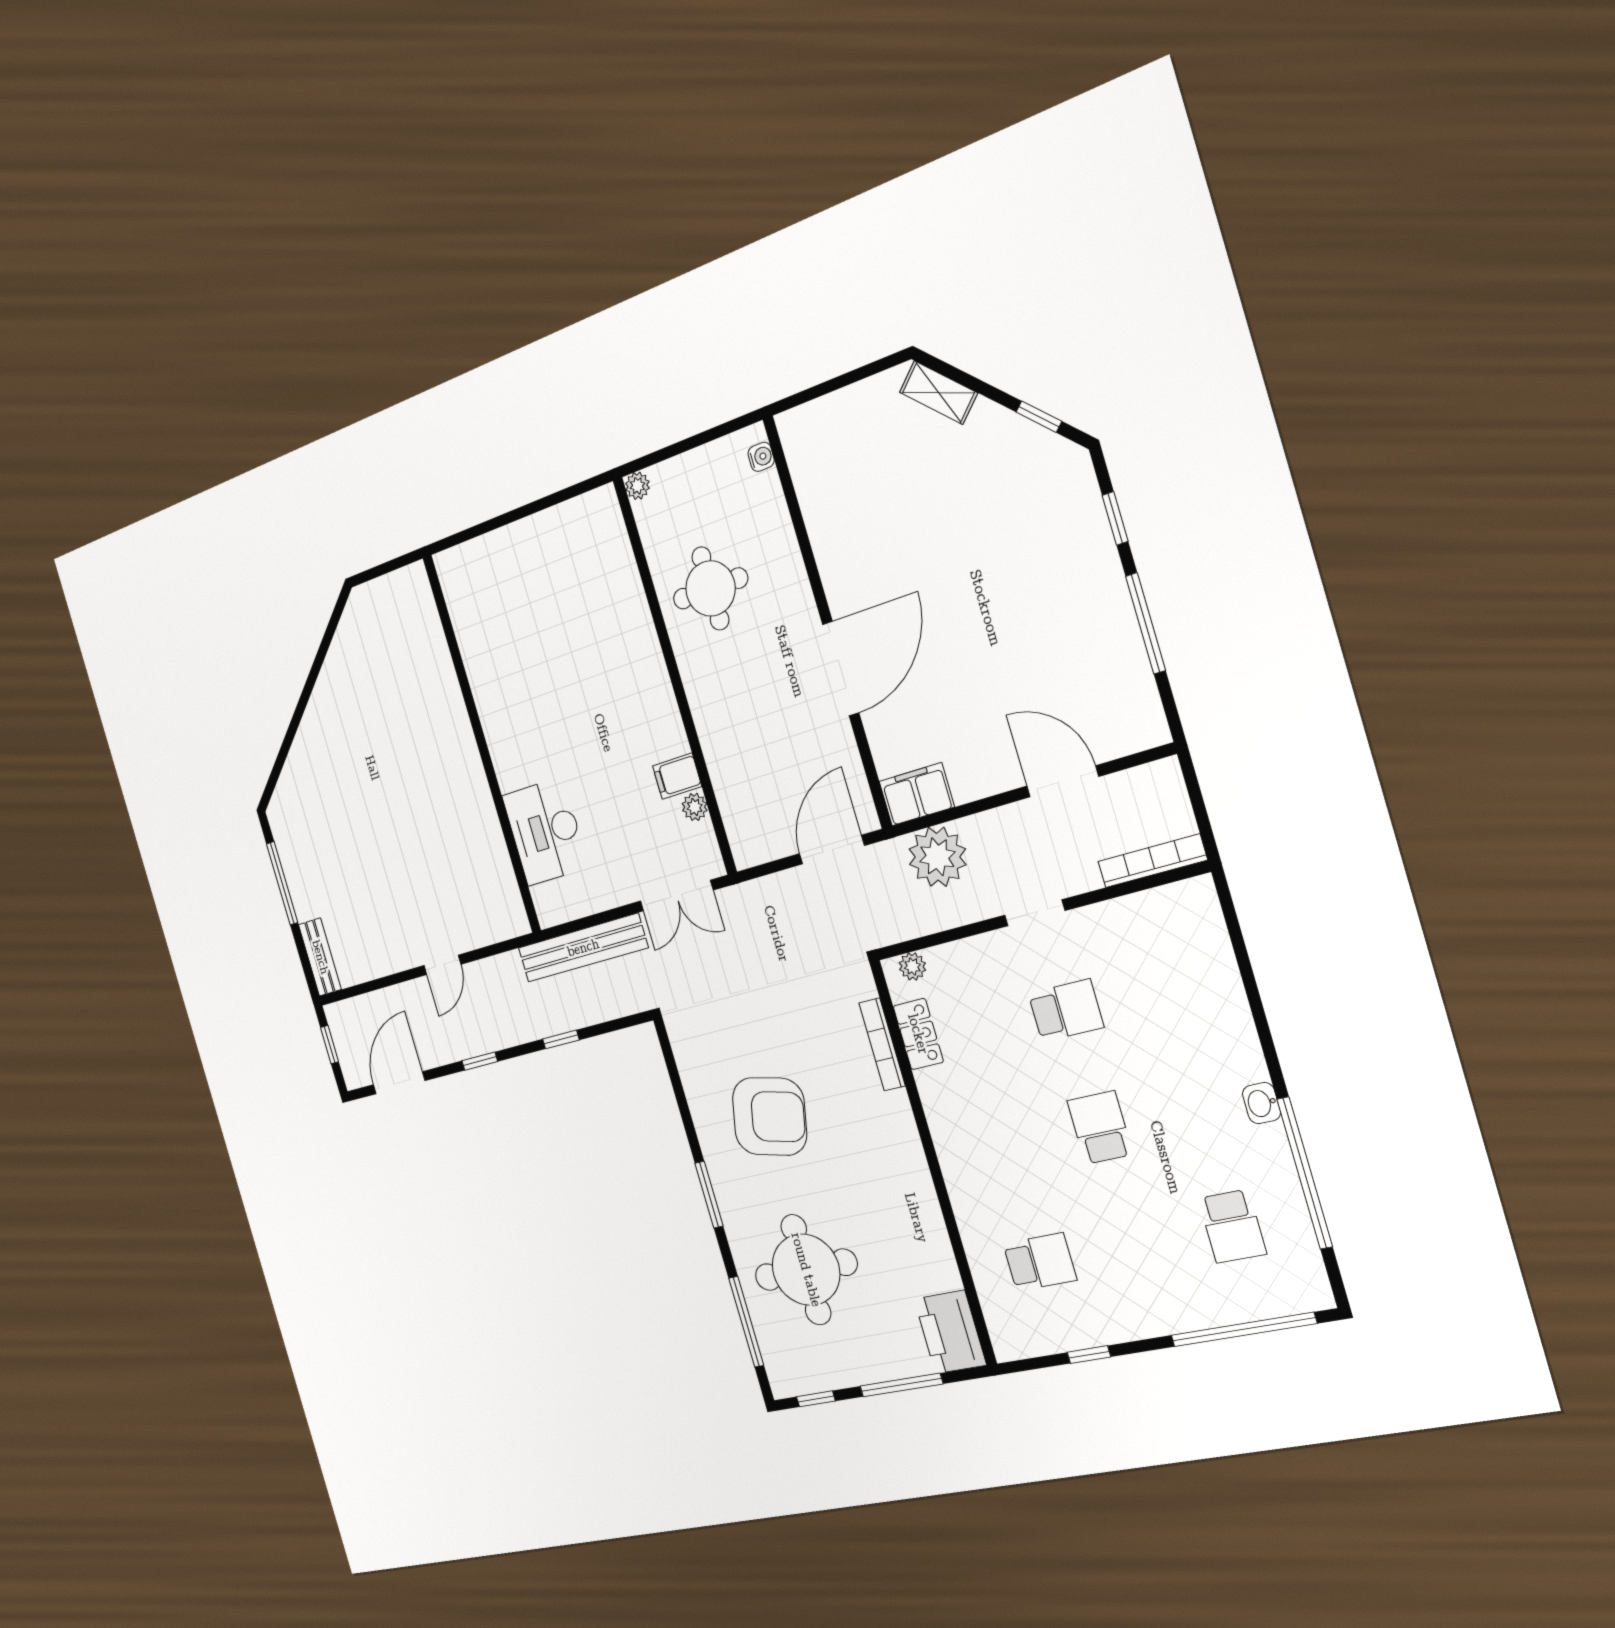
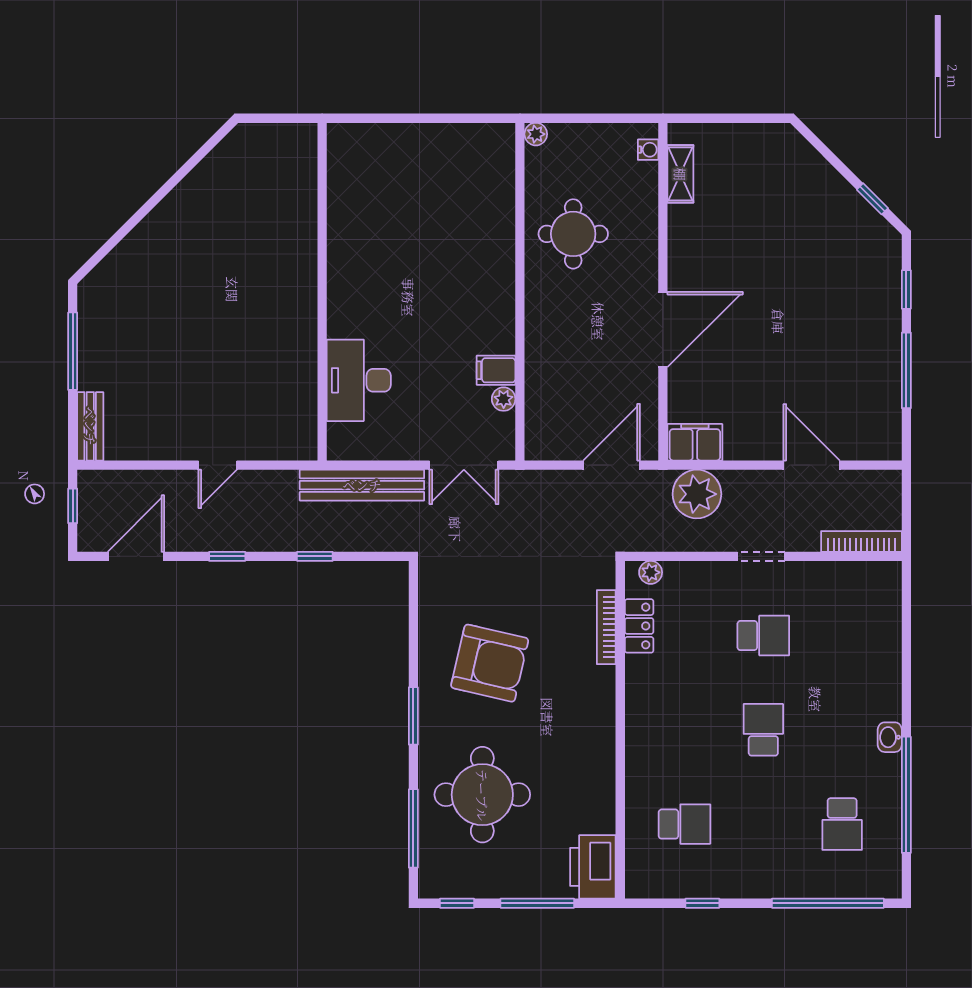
shelving: (938, 393) -> (680, 174), moved, turned 45

